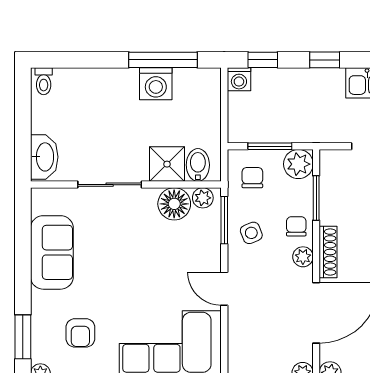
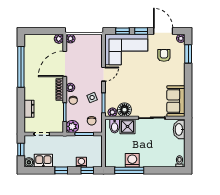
washing machine: (239, 79) -> (81, 162), moved
sofa: (52, 252) -> (176, 101), moved
door: (224, 289) -> (103, 74), hinge flipped

